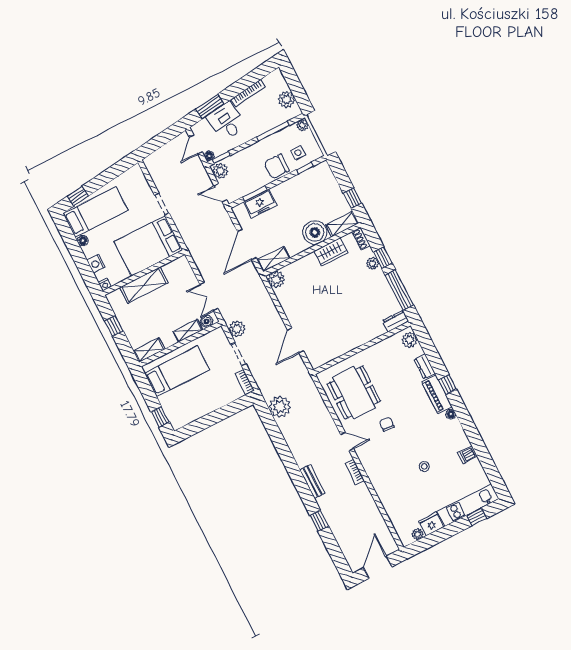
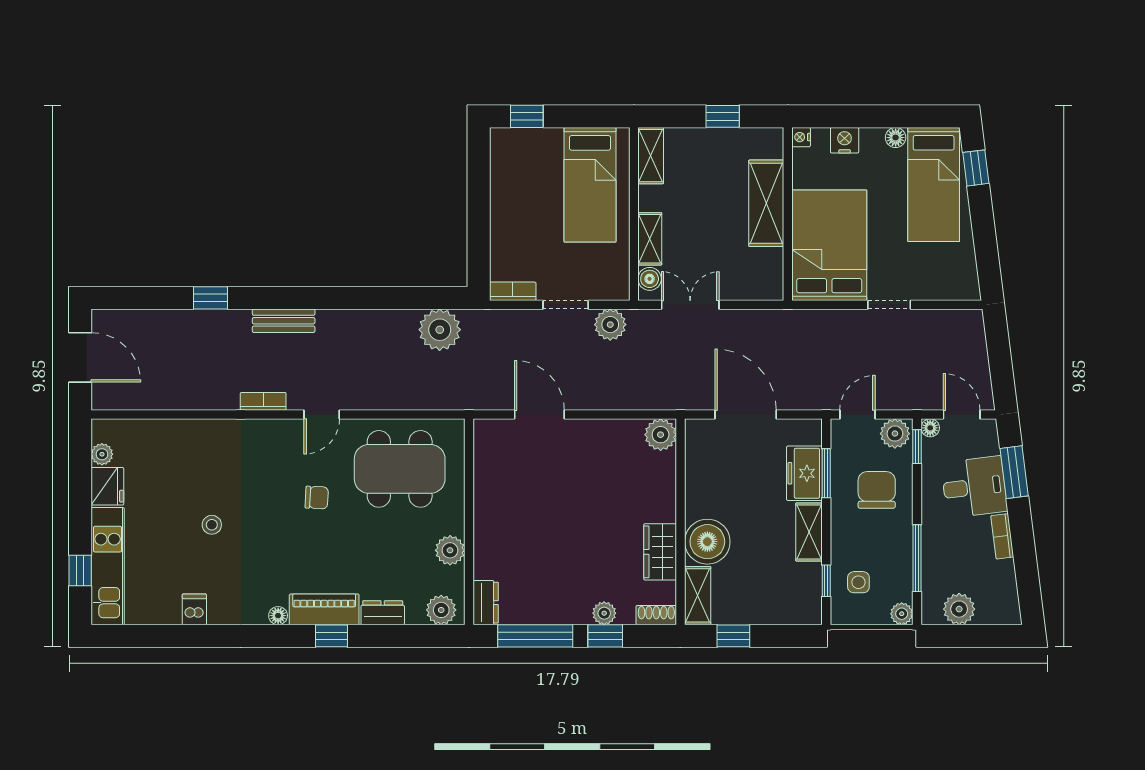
bookcase: (248, 93) -> (1002, 536), width x0.64
chair: (277, 166) -> (877, 490), moved
shelving: (274, 259) -> (809, 532), moved
plant: (380, 350) -> (450, 550), added

